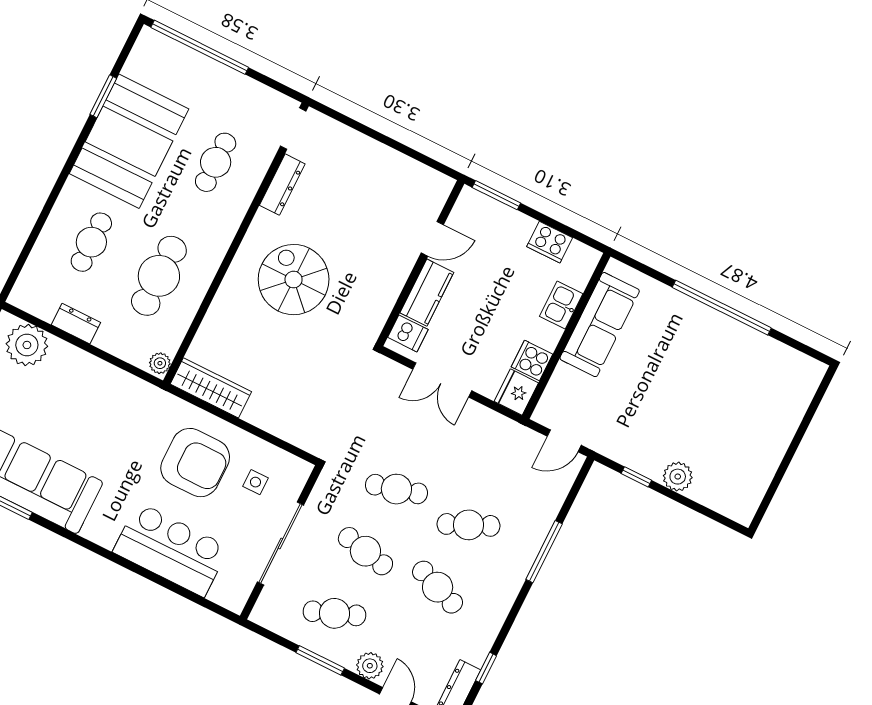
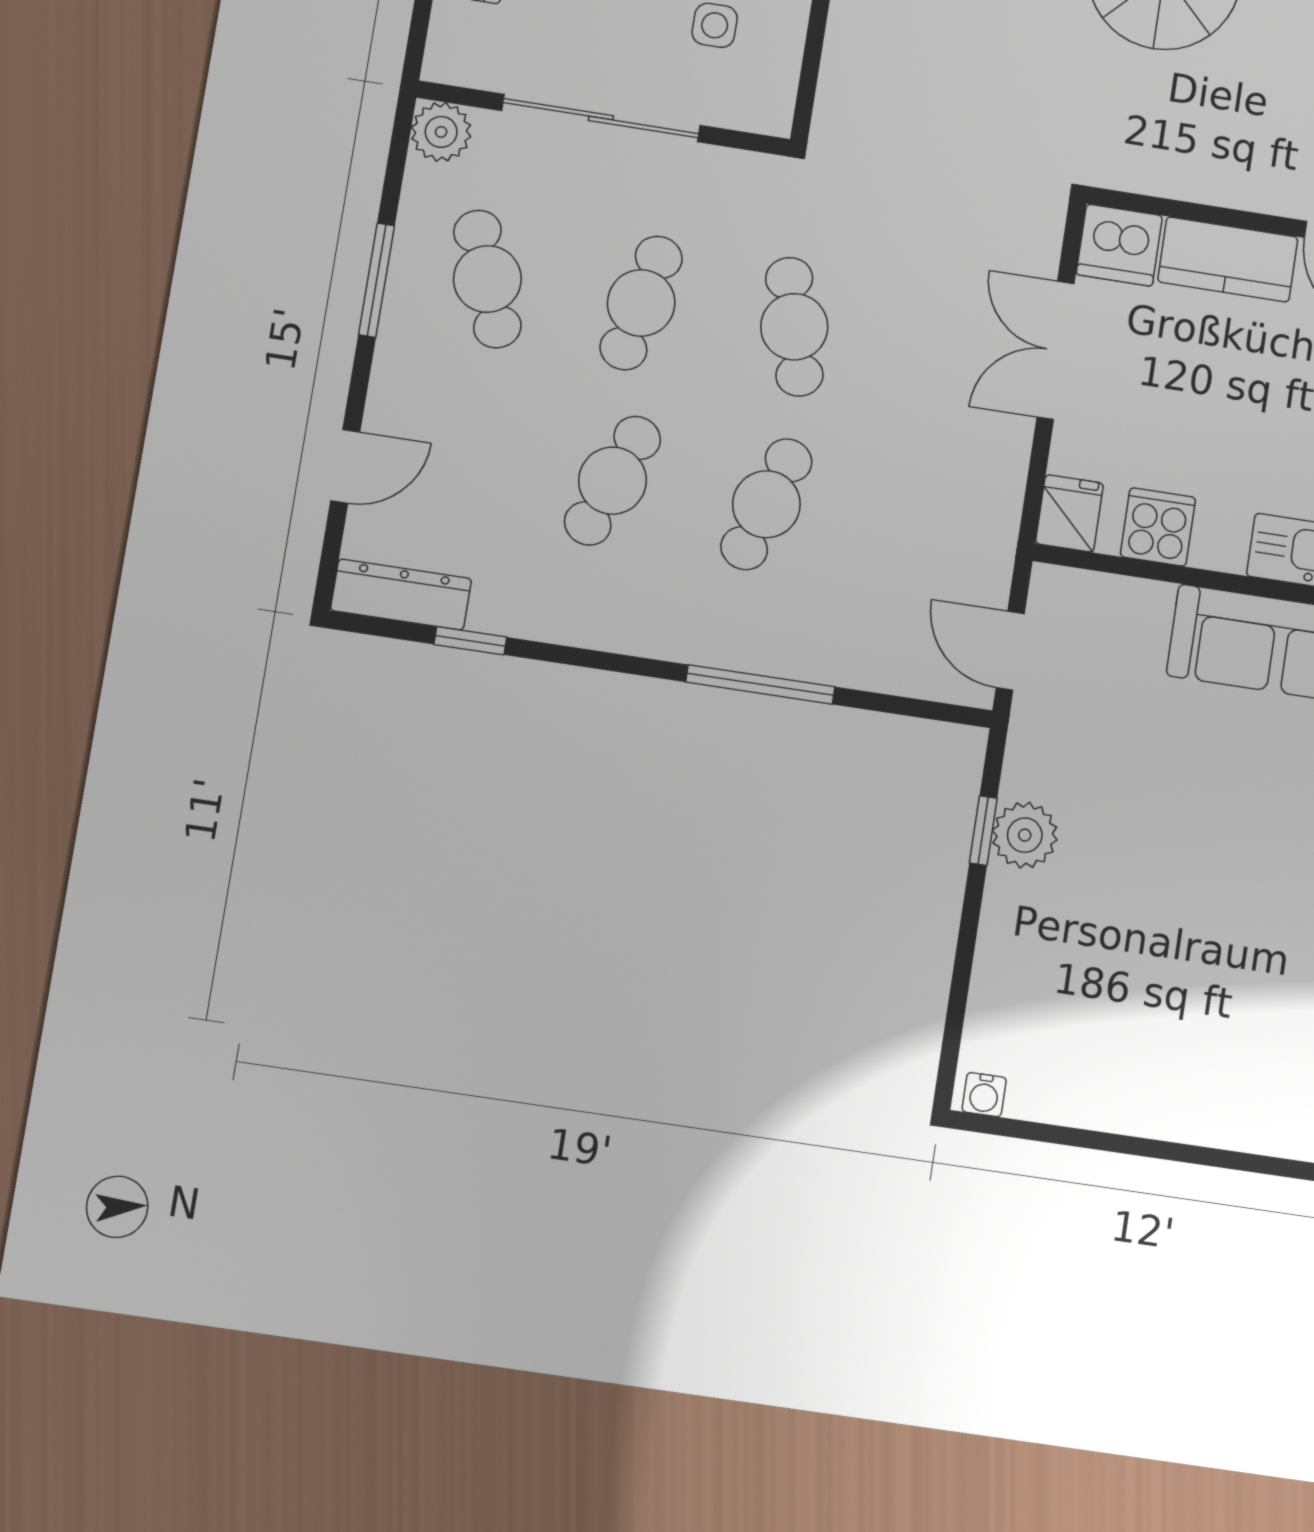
dishwasher: (408, 333) -> (1119, 245), width x1.38
fridge: (516, 392) -> (1069, 513), width x0.72
plant: (678, 477) -> (1025, 835), moved
water cooler: (747, 512) -> (984, 1095), added
cafe table: (468, 525) -> (766, 504), turned 42
plant: (370, 666) -> (441, 132), moved

